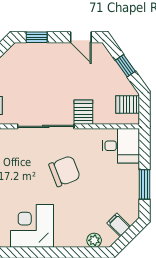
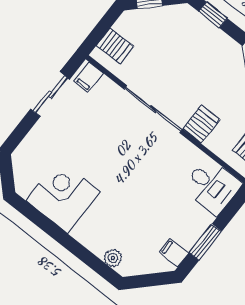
chair: (65, 171) -> (137, 168), removed
filing cabinet: (119, 225) -> (174, 253), moved, turned -45

